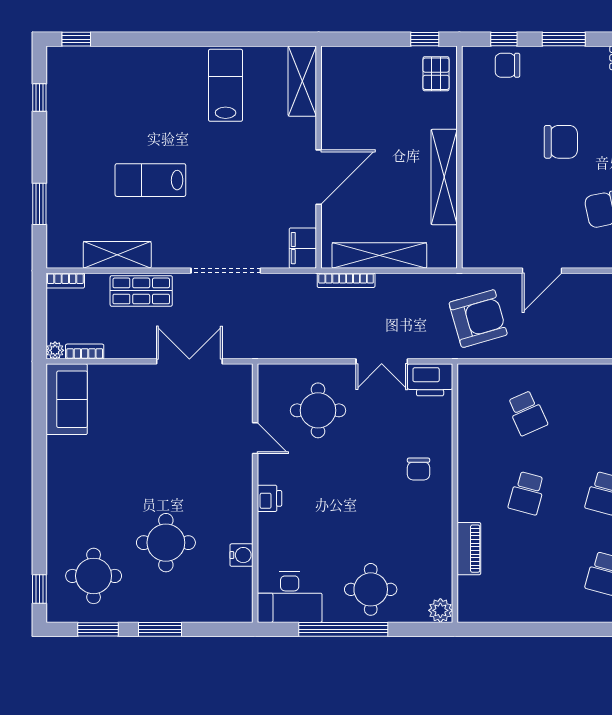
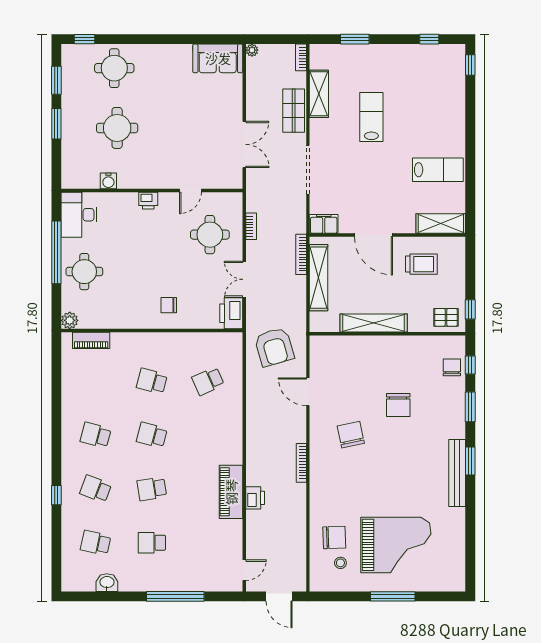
trolley: (360, 109) -> (421, 264), added
bookcase: (85, 352) -> (251, 226), moved
piano: (469, 549) -> (91, 340), moved
round table: (94, 576) -> (114, 68), moved

